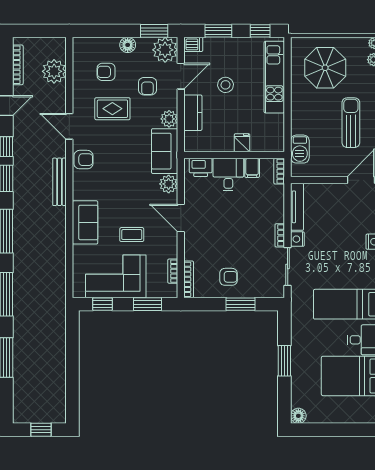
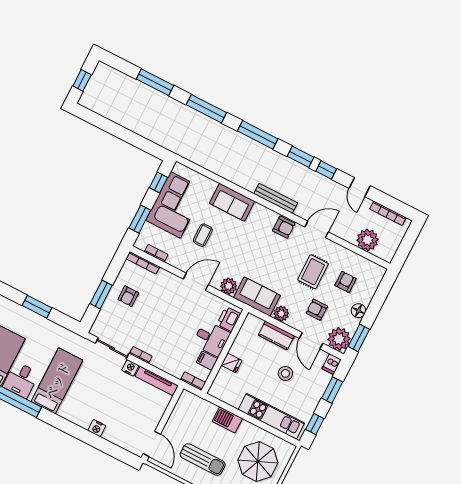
barbecue: (300, 149) -> (227, 420), moved
armchair: (83, 160) -> (284, 227), turned -90

